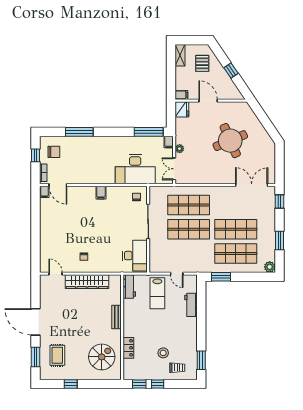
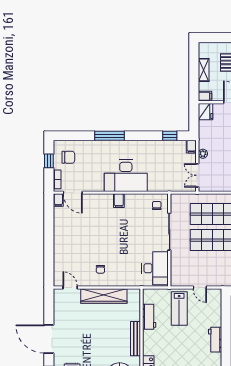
shelving: (180, 55) -> (204, 70), moved
window: (79, 132) -> (109, 136), moved
window: (149, 132) -> (170, 136), width x0.46
desk: (135, 169) -> (126, 176), moved
workbench: (129, 286) -> (149, 317), moved
workbench: (191, 305) -> (215, 340), moved
bench: (116, 317) -> (135, 339), width x1.36

